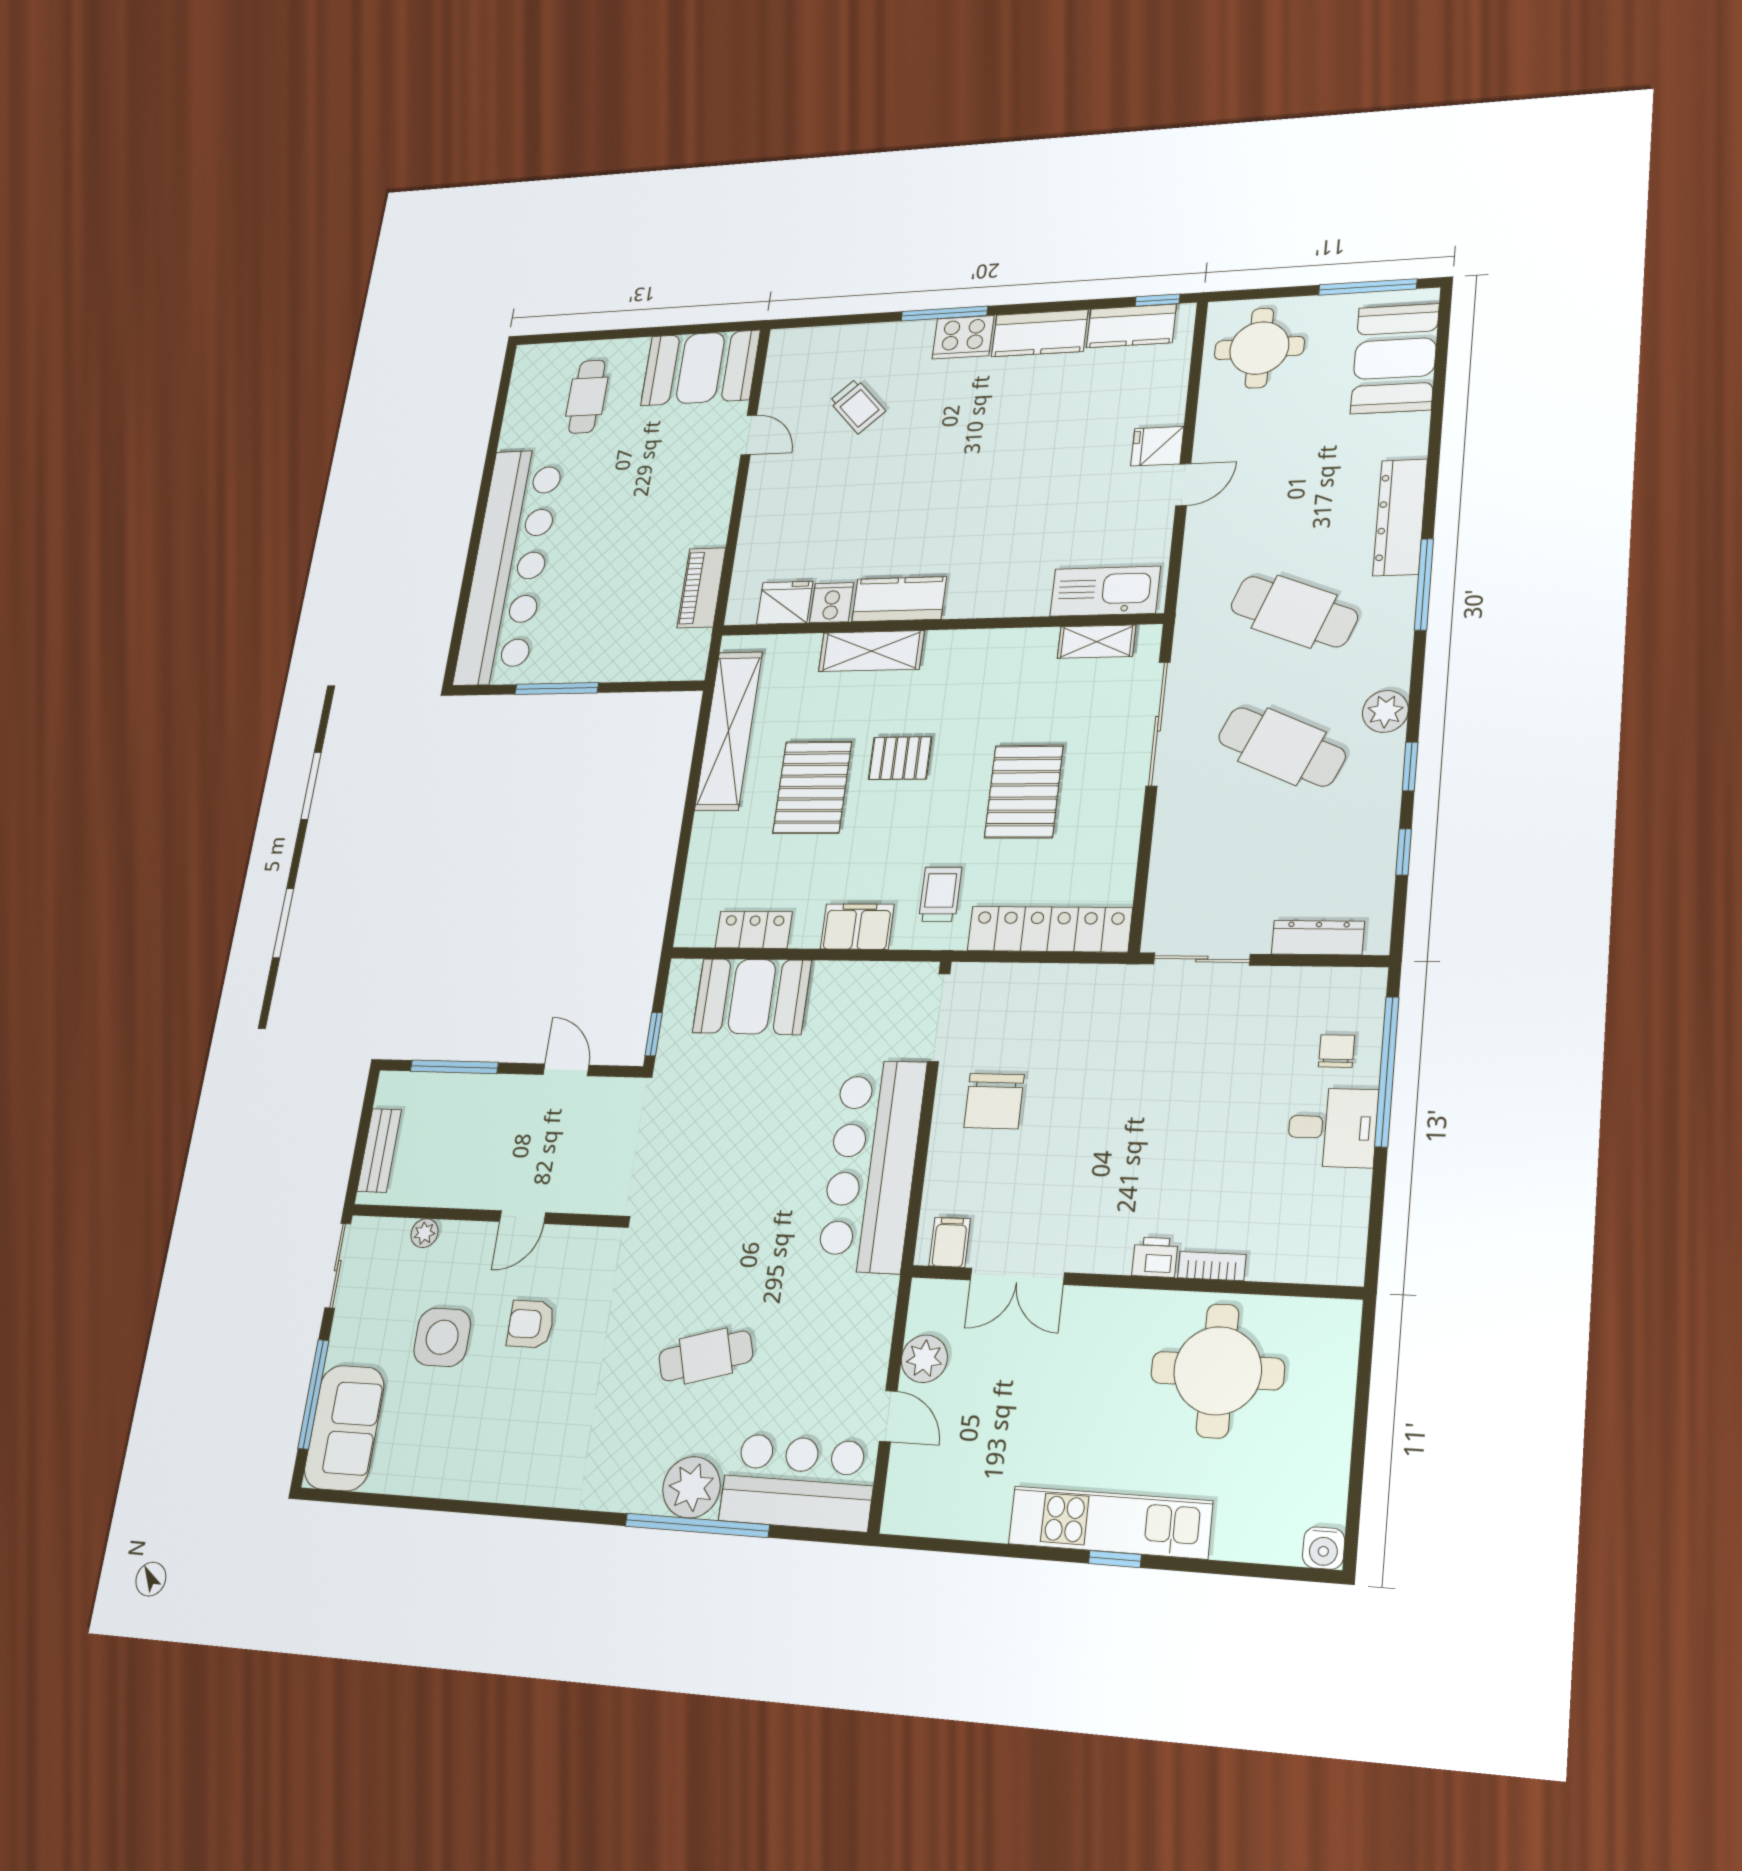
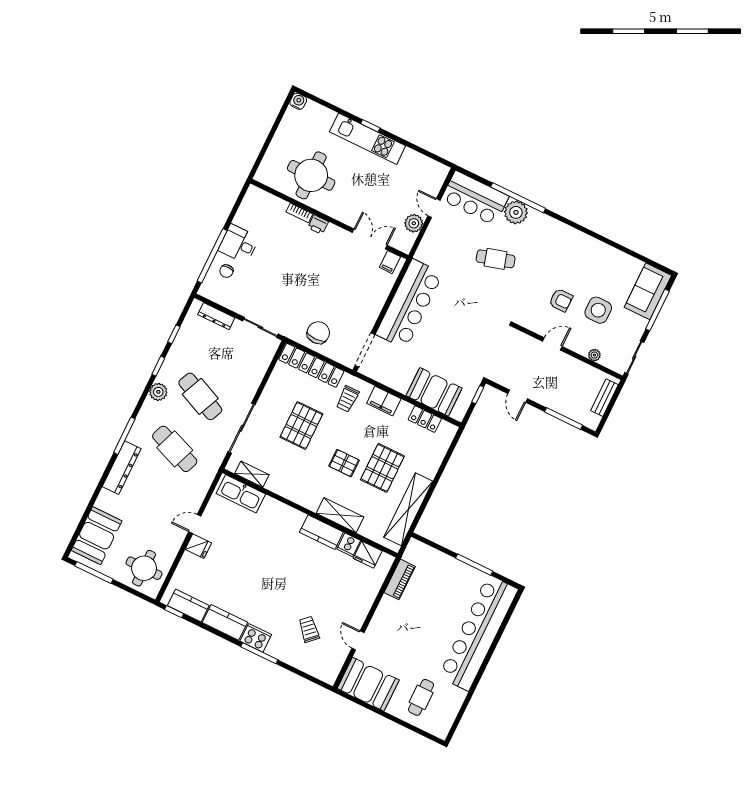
chair: (994, 1101) -> (318, 333), moved

